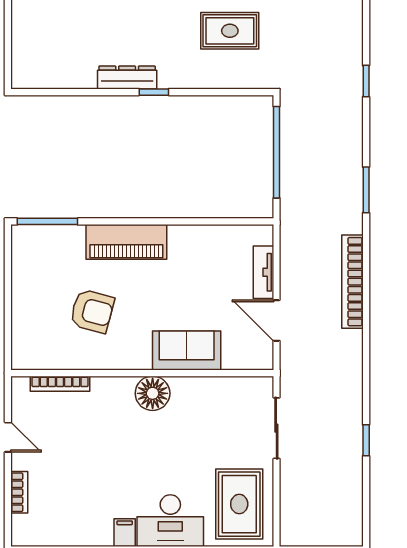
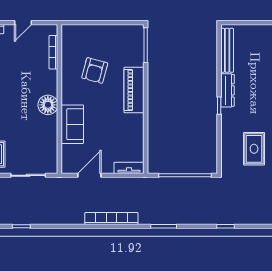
bench: (57, 78) -> (227, 50), added
tv unit: (263, 272) -> (129, 168), moved

